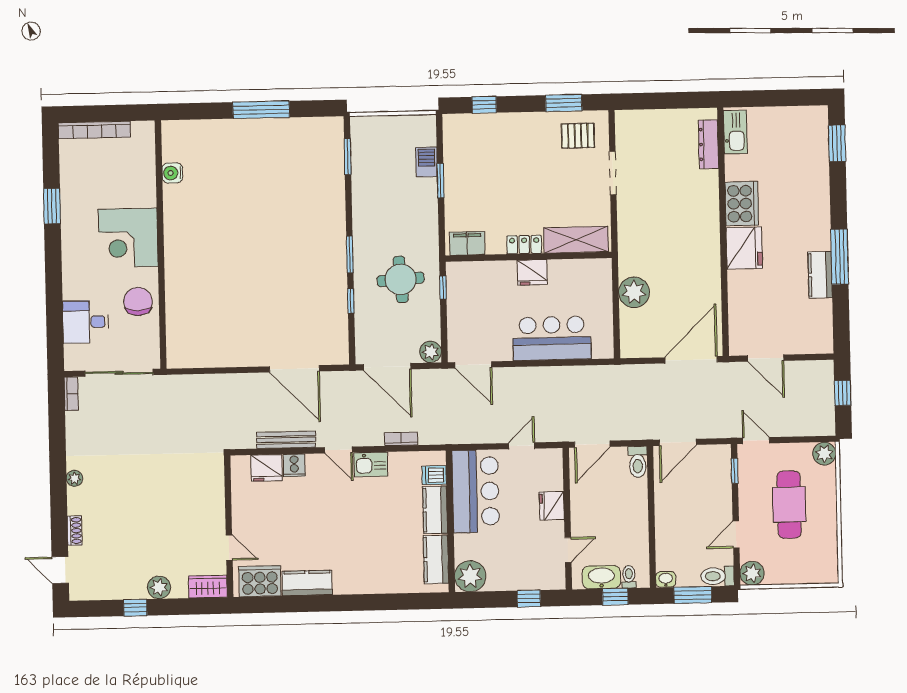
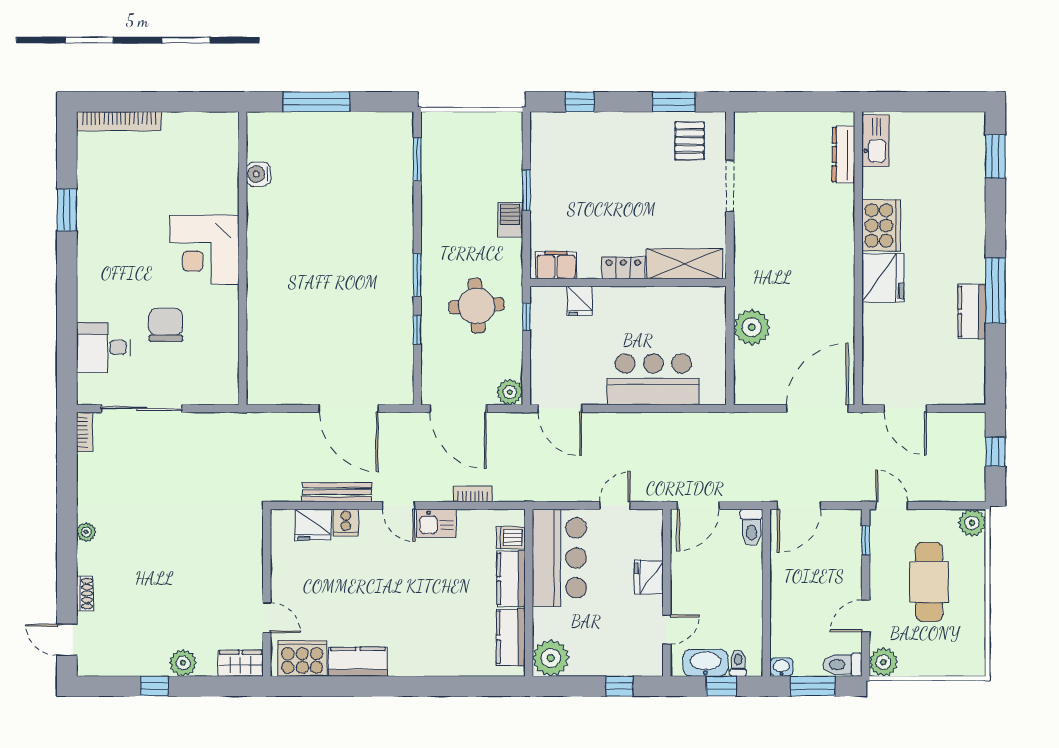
pallet: (578, 136) -> (690, 141), turned 90
barbecue: (427, 162) -> (510, 220), moved
water cooler: (172, 173) -> (258, 174), moved
corner desk: (128, 238) -> (204, 249), moved
wall: (161, 245) -> (243, 258), moved
fridge: (532, 272) -> (580, 301), moved, width x0.72

